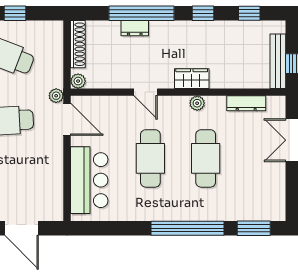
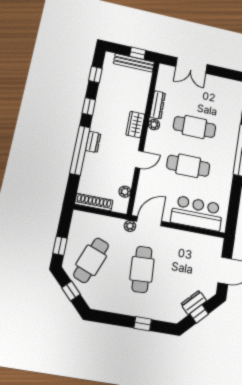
dresser: (135, 28) -> (93, 142), moved
plant: (78, 81) -> (125, 192), moved
dresser: (246, 103) -> (158, 105), moved

